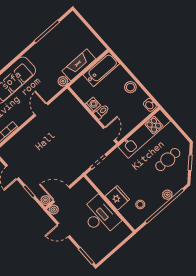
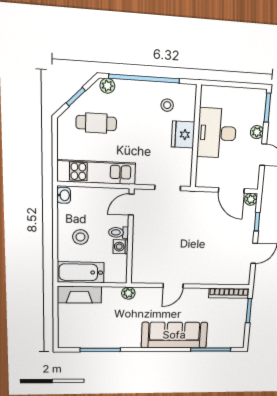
fireplace: (79, 65) -> (79, 295), moved
stool: (130, 87) -> (80, 237), moved
plant: (167, 195) -> (107, 86), moved
plant: (54, 210) -> (257, 132), moved

